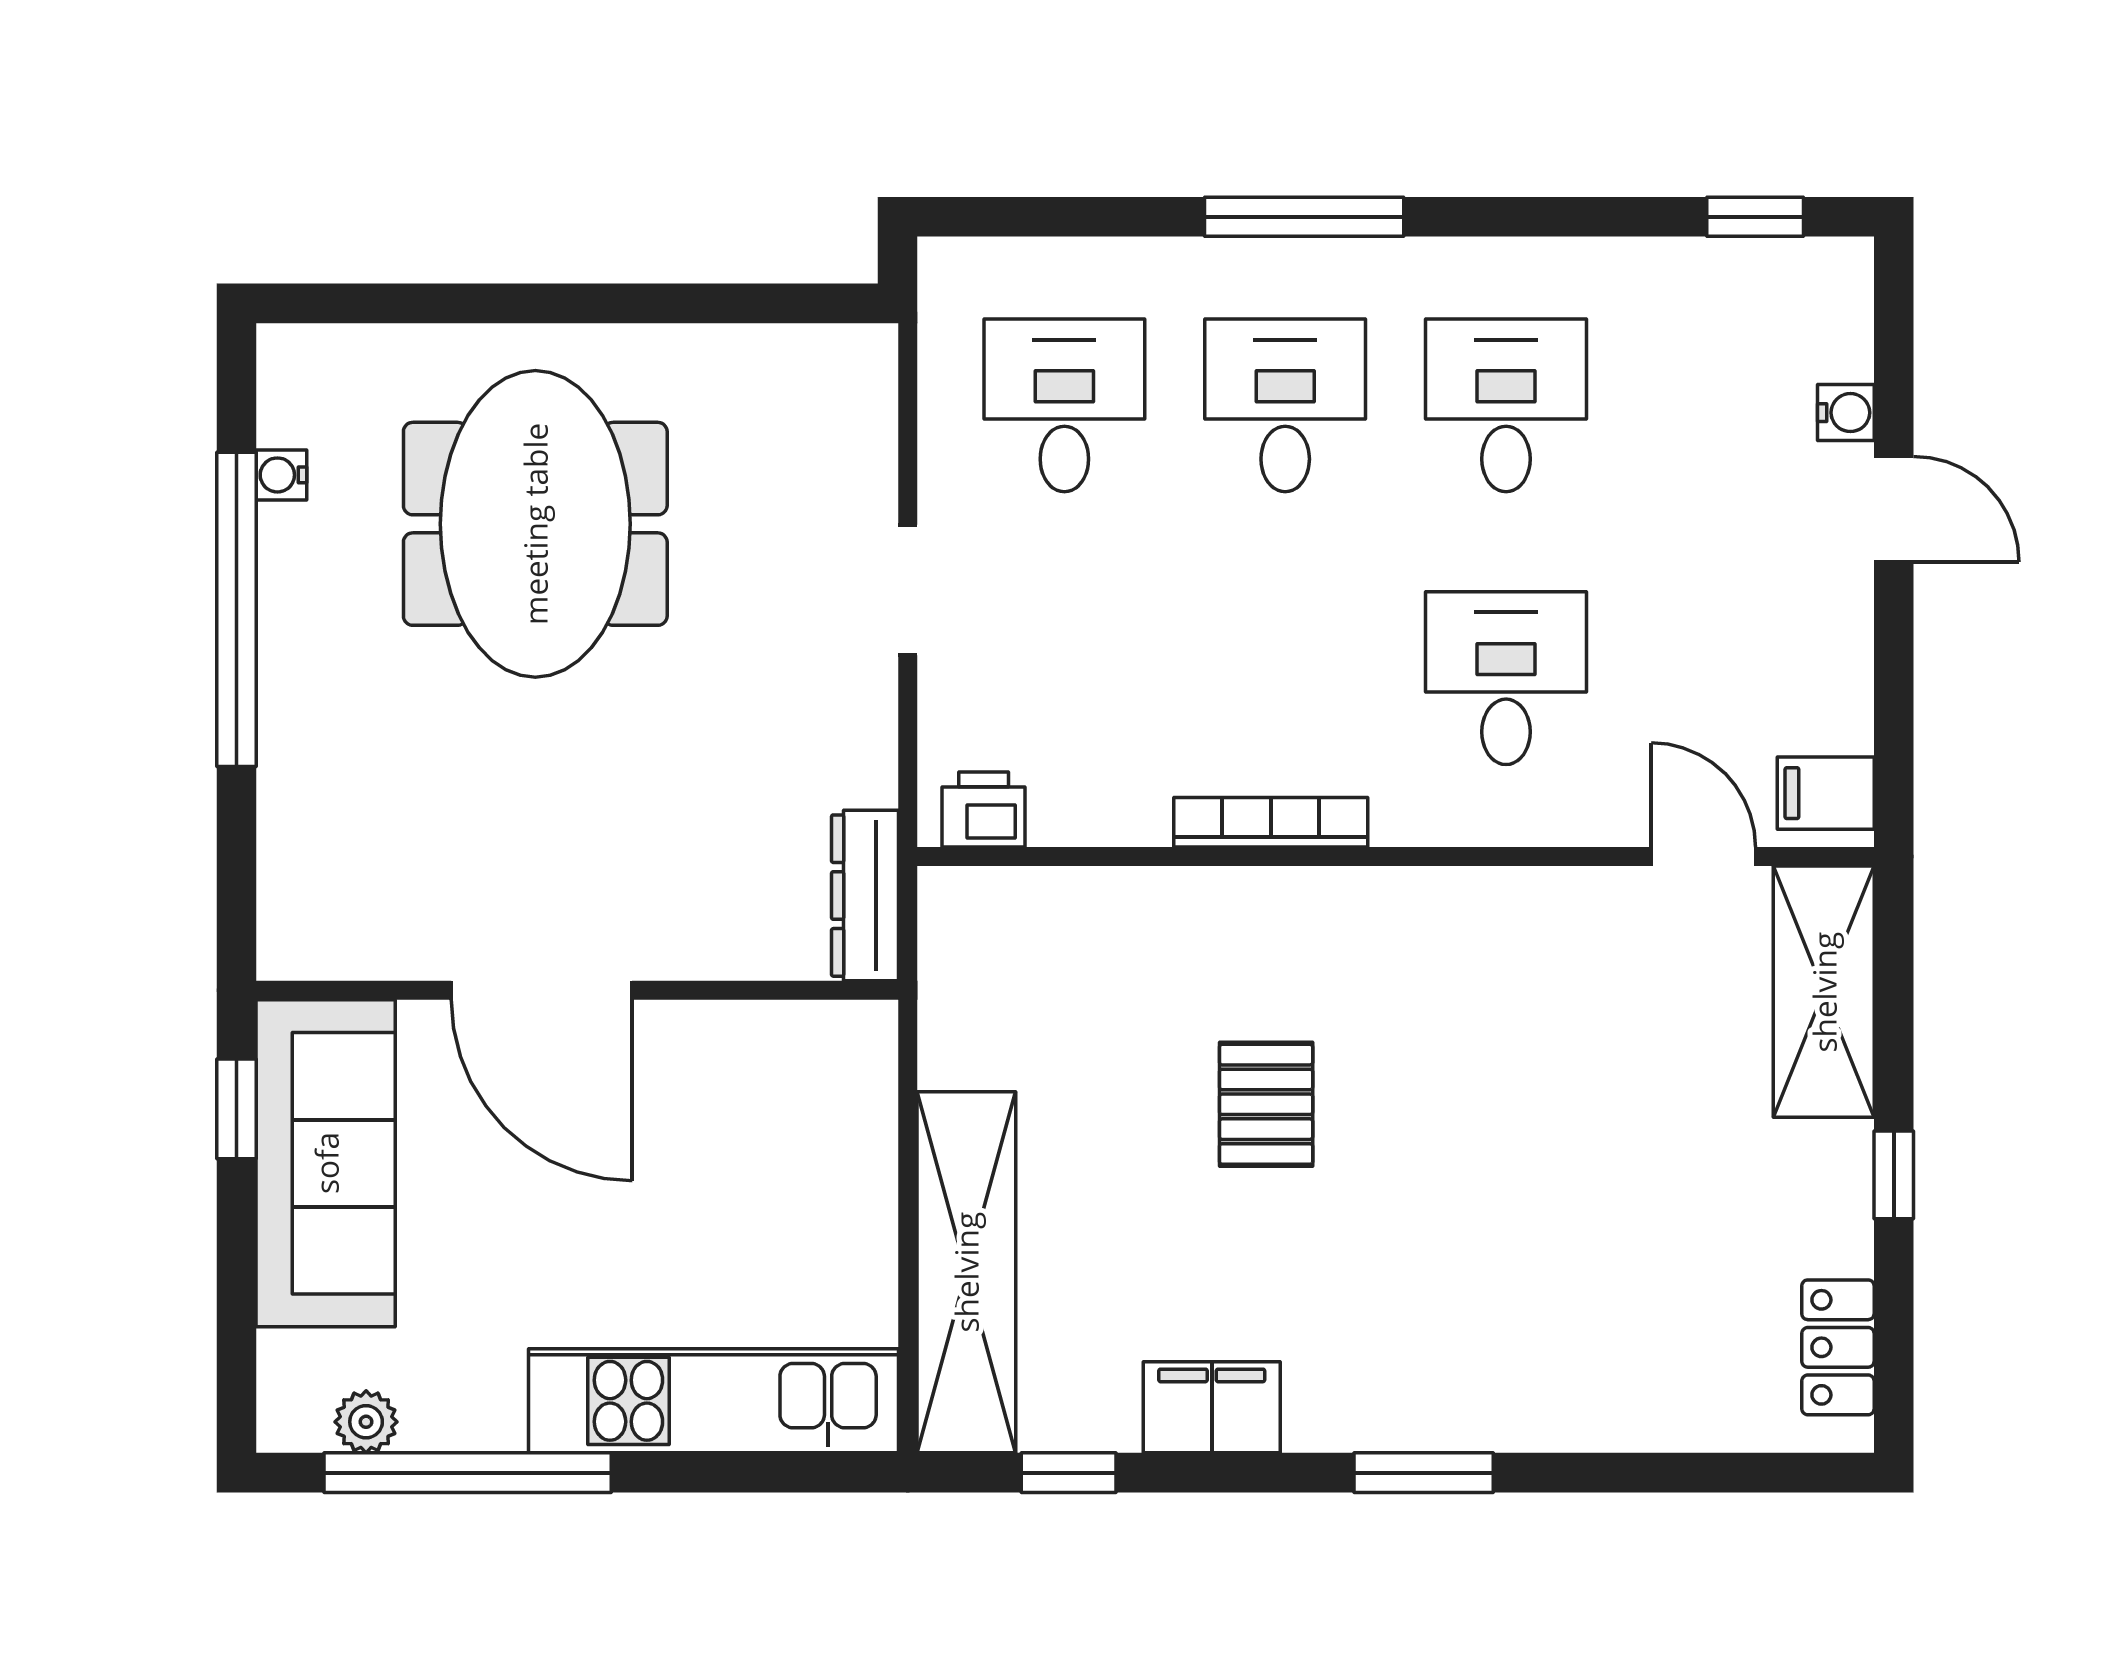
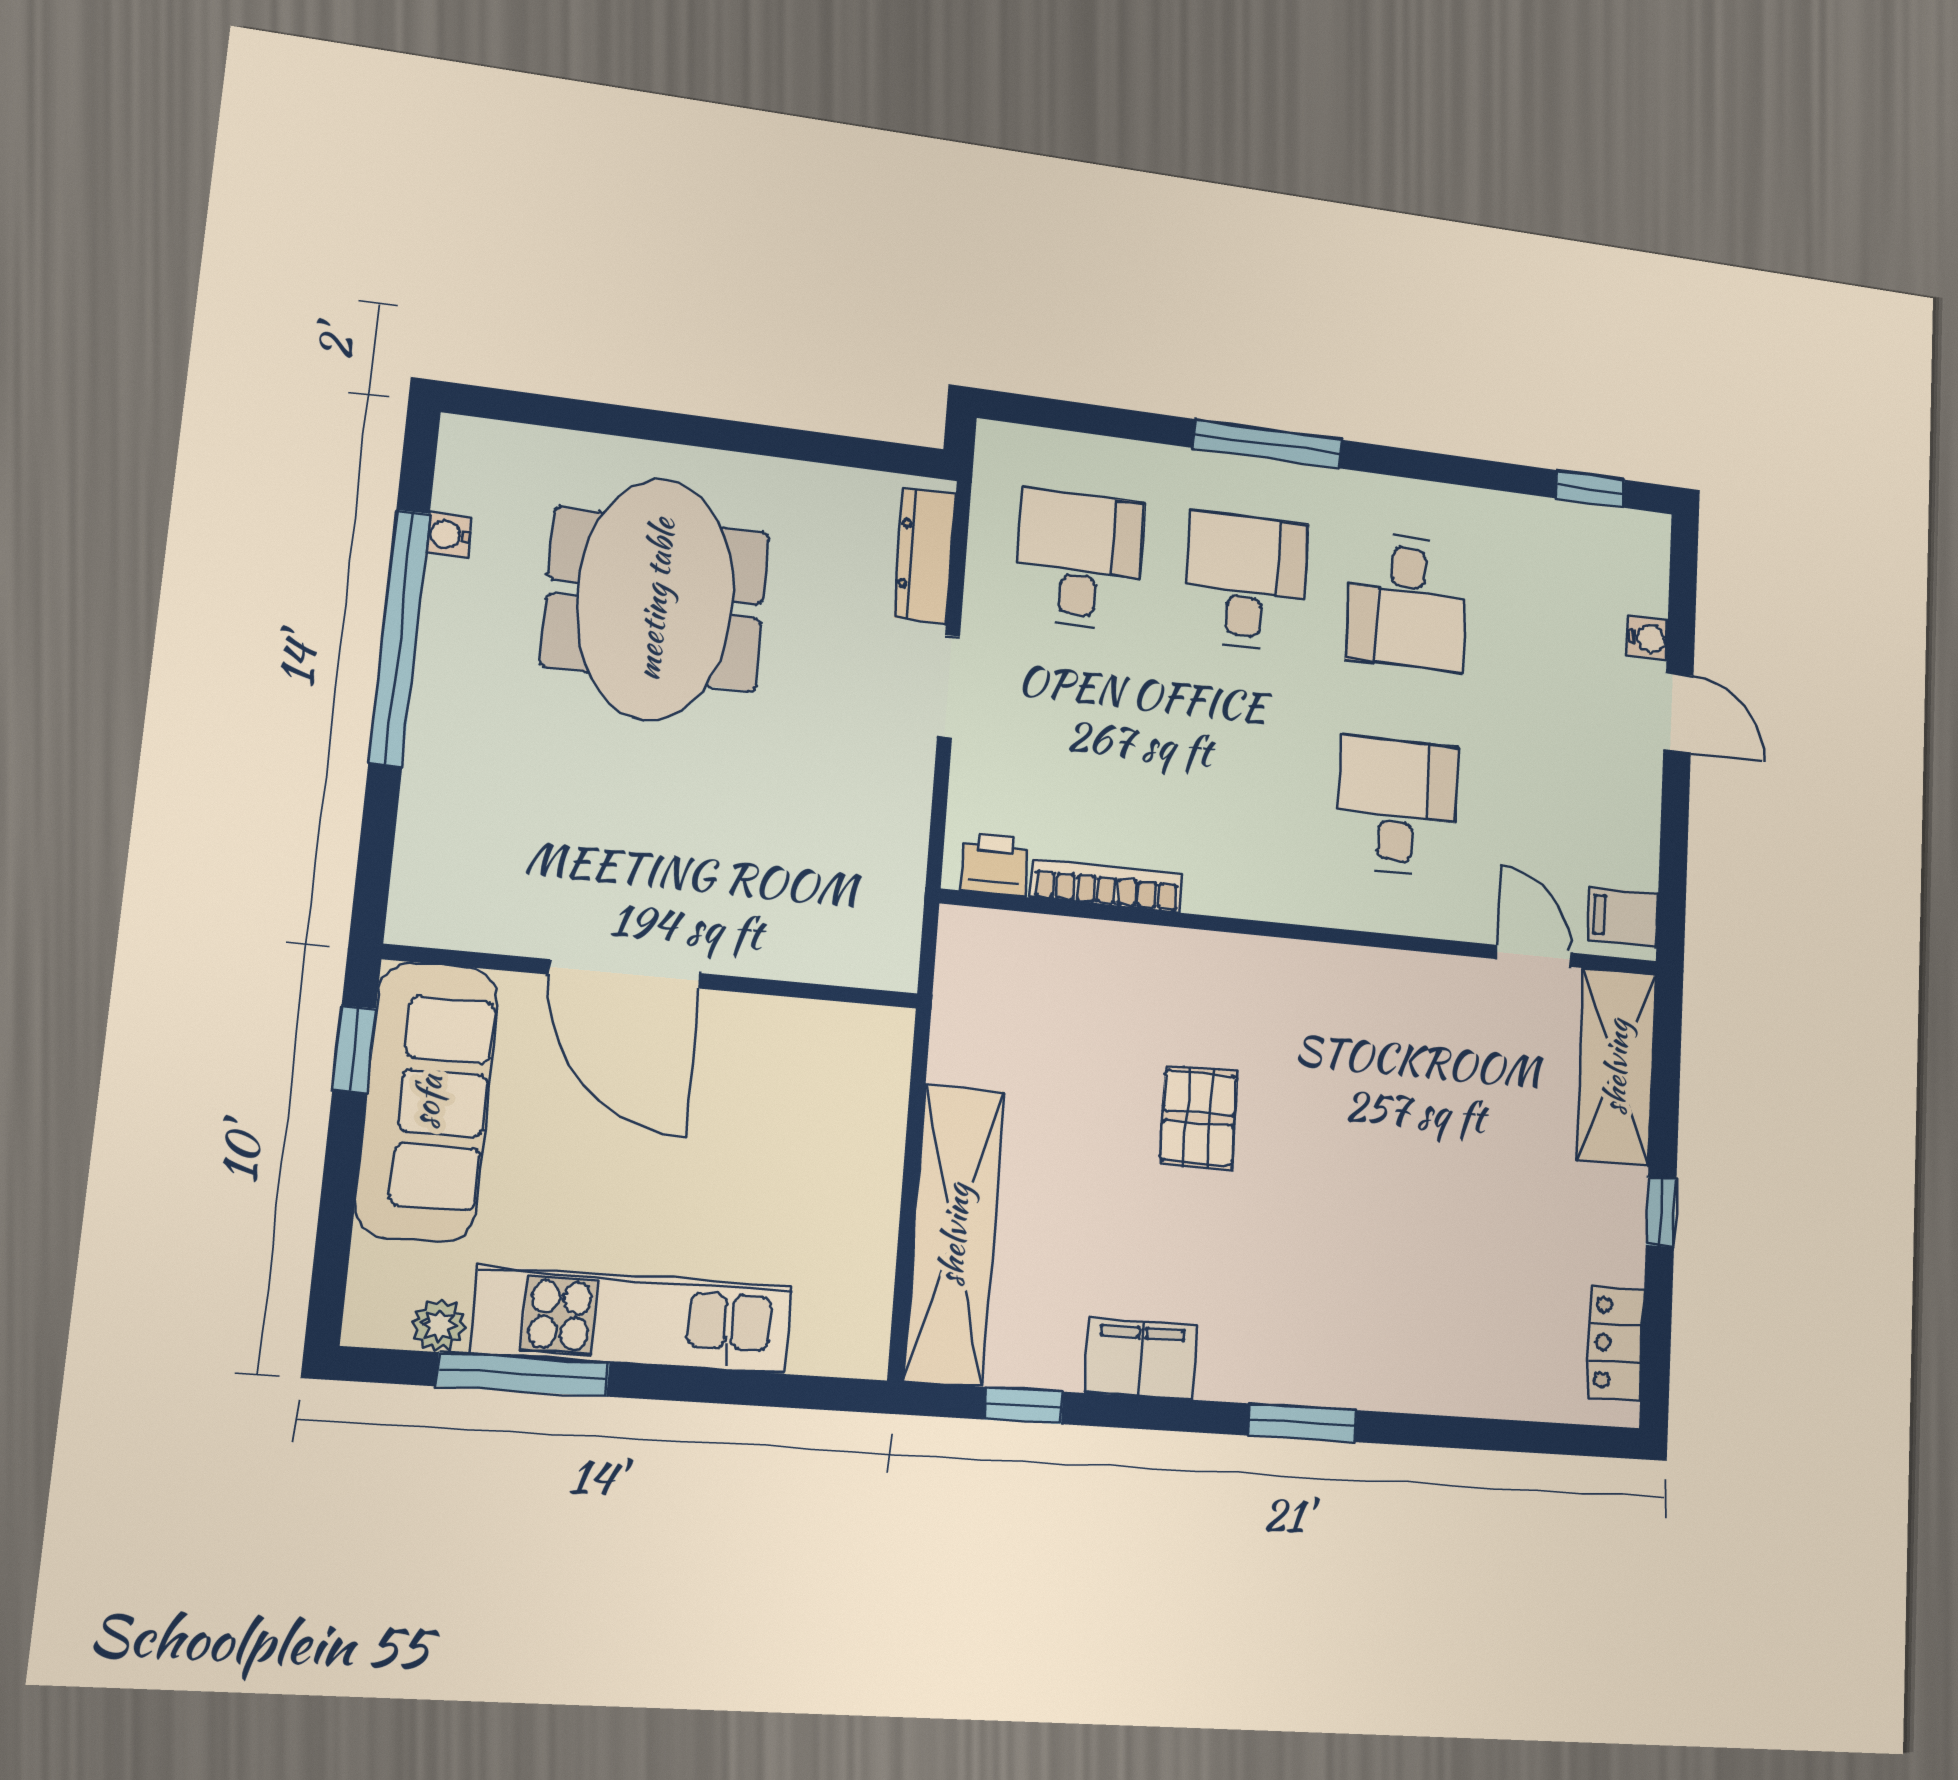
desk: (1506, 405) -> (1407, 602), turned 180
bookcase: (1271, 822) -> (1107, 886), moved
dresser: (865, 896) -> (925, 556), moved
kitchen unit: (713, 1401) -> (632, 1320), moved
window: (468, 1473) -> (523, 1375), width x0.68

